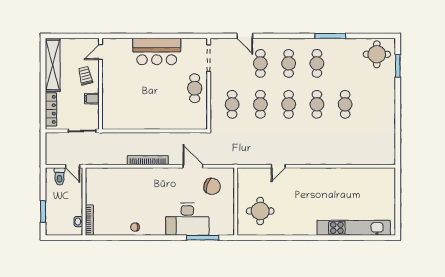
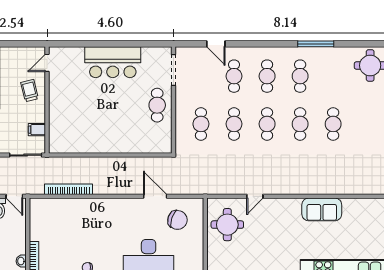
filing cabinet: (92, 99) -> (37, 130), moved
bookcase: (148, 160) -> (69, 189), moved
sofa: (335, 177) -> (322, 209), added
round table: (260, 211) -> (227, 225), moved

